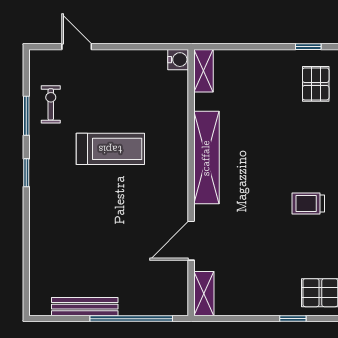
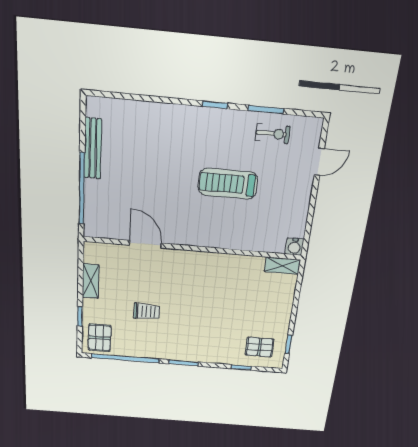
treadmill: (110, 149) -> (228, 184), turned 90
shelving: (206, 158) -> (212, 262), removed
trolley: (308, 204) -> (147, 311), moved, turned 90
shelving: (204, 294) -> (91, 281), moved, turned 90

